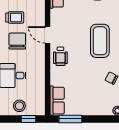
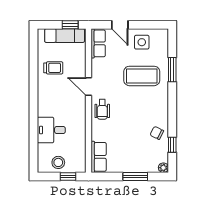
chair: (17, 41) -> (56, 93), removed
coffee table: (100, 41) -> (142, 76), moved, turned 90
window: (70, 119) -> (135, 177), moved

